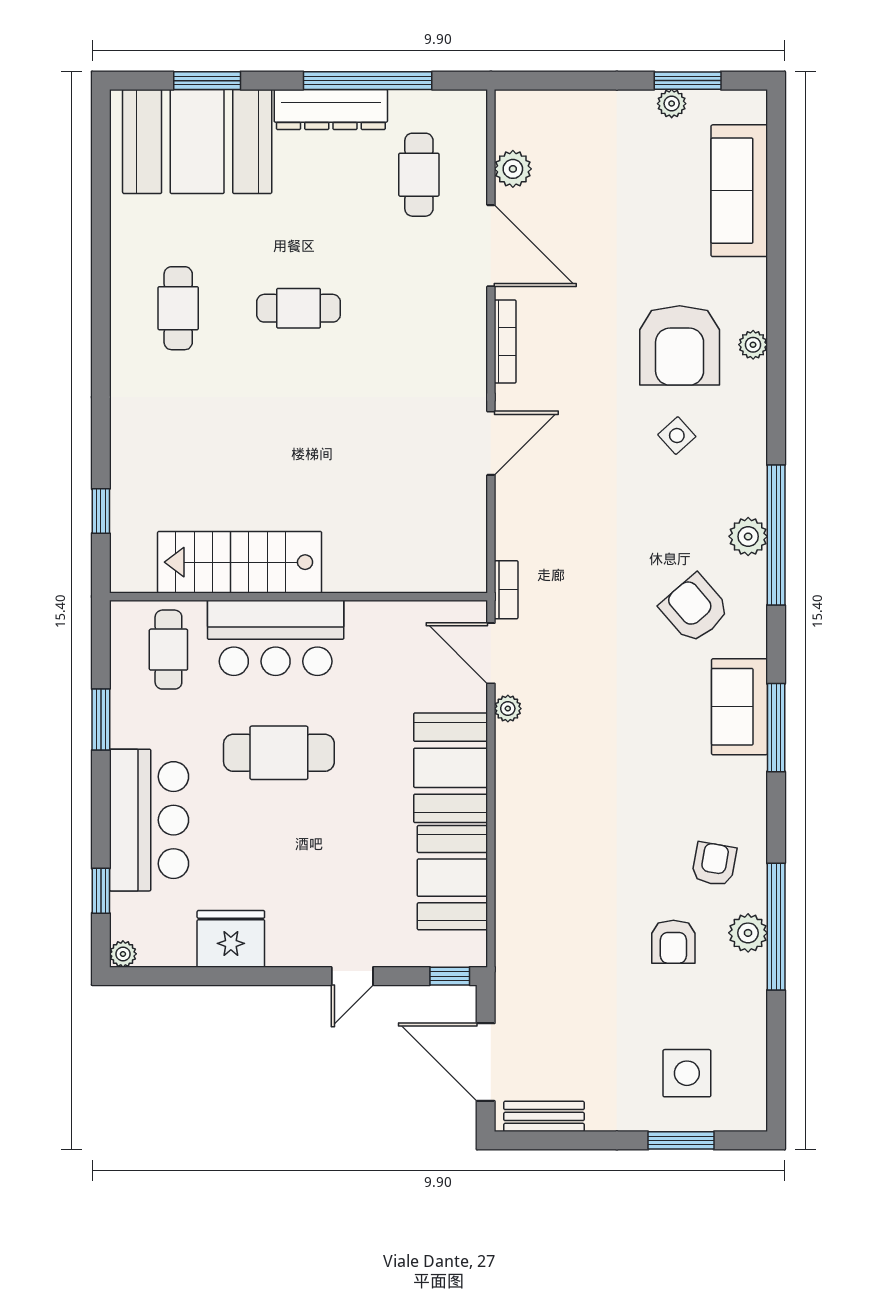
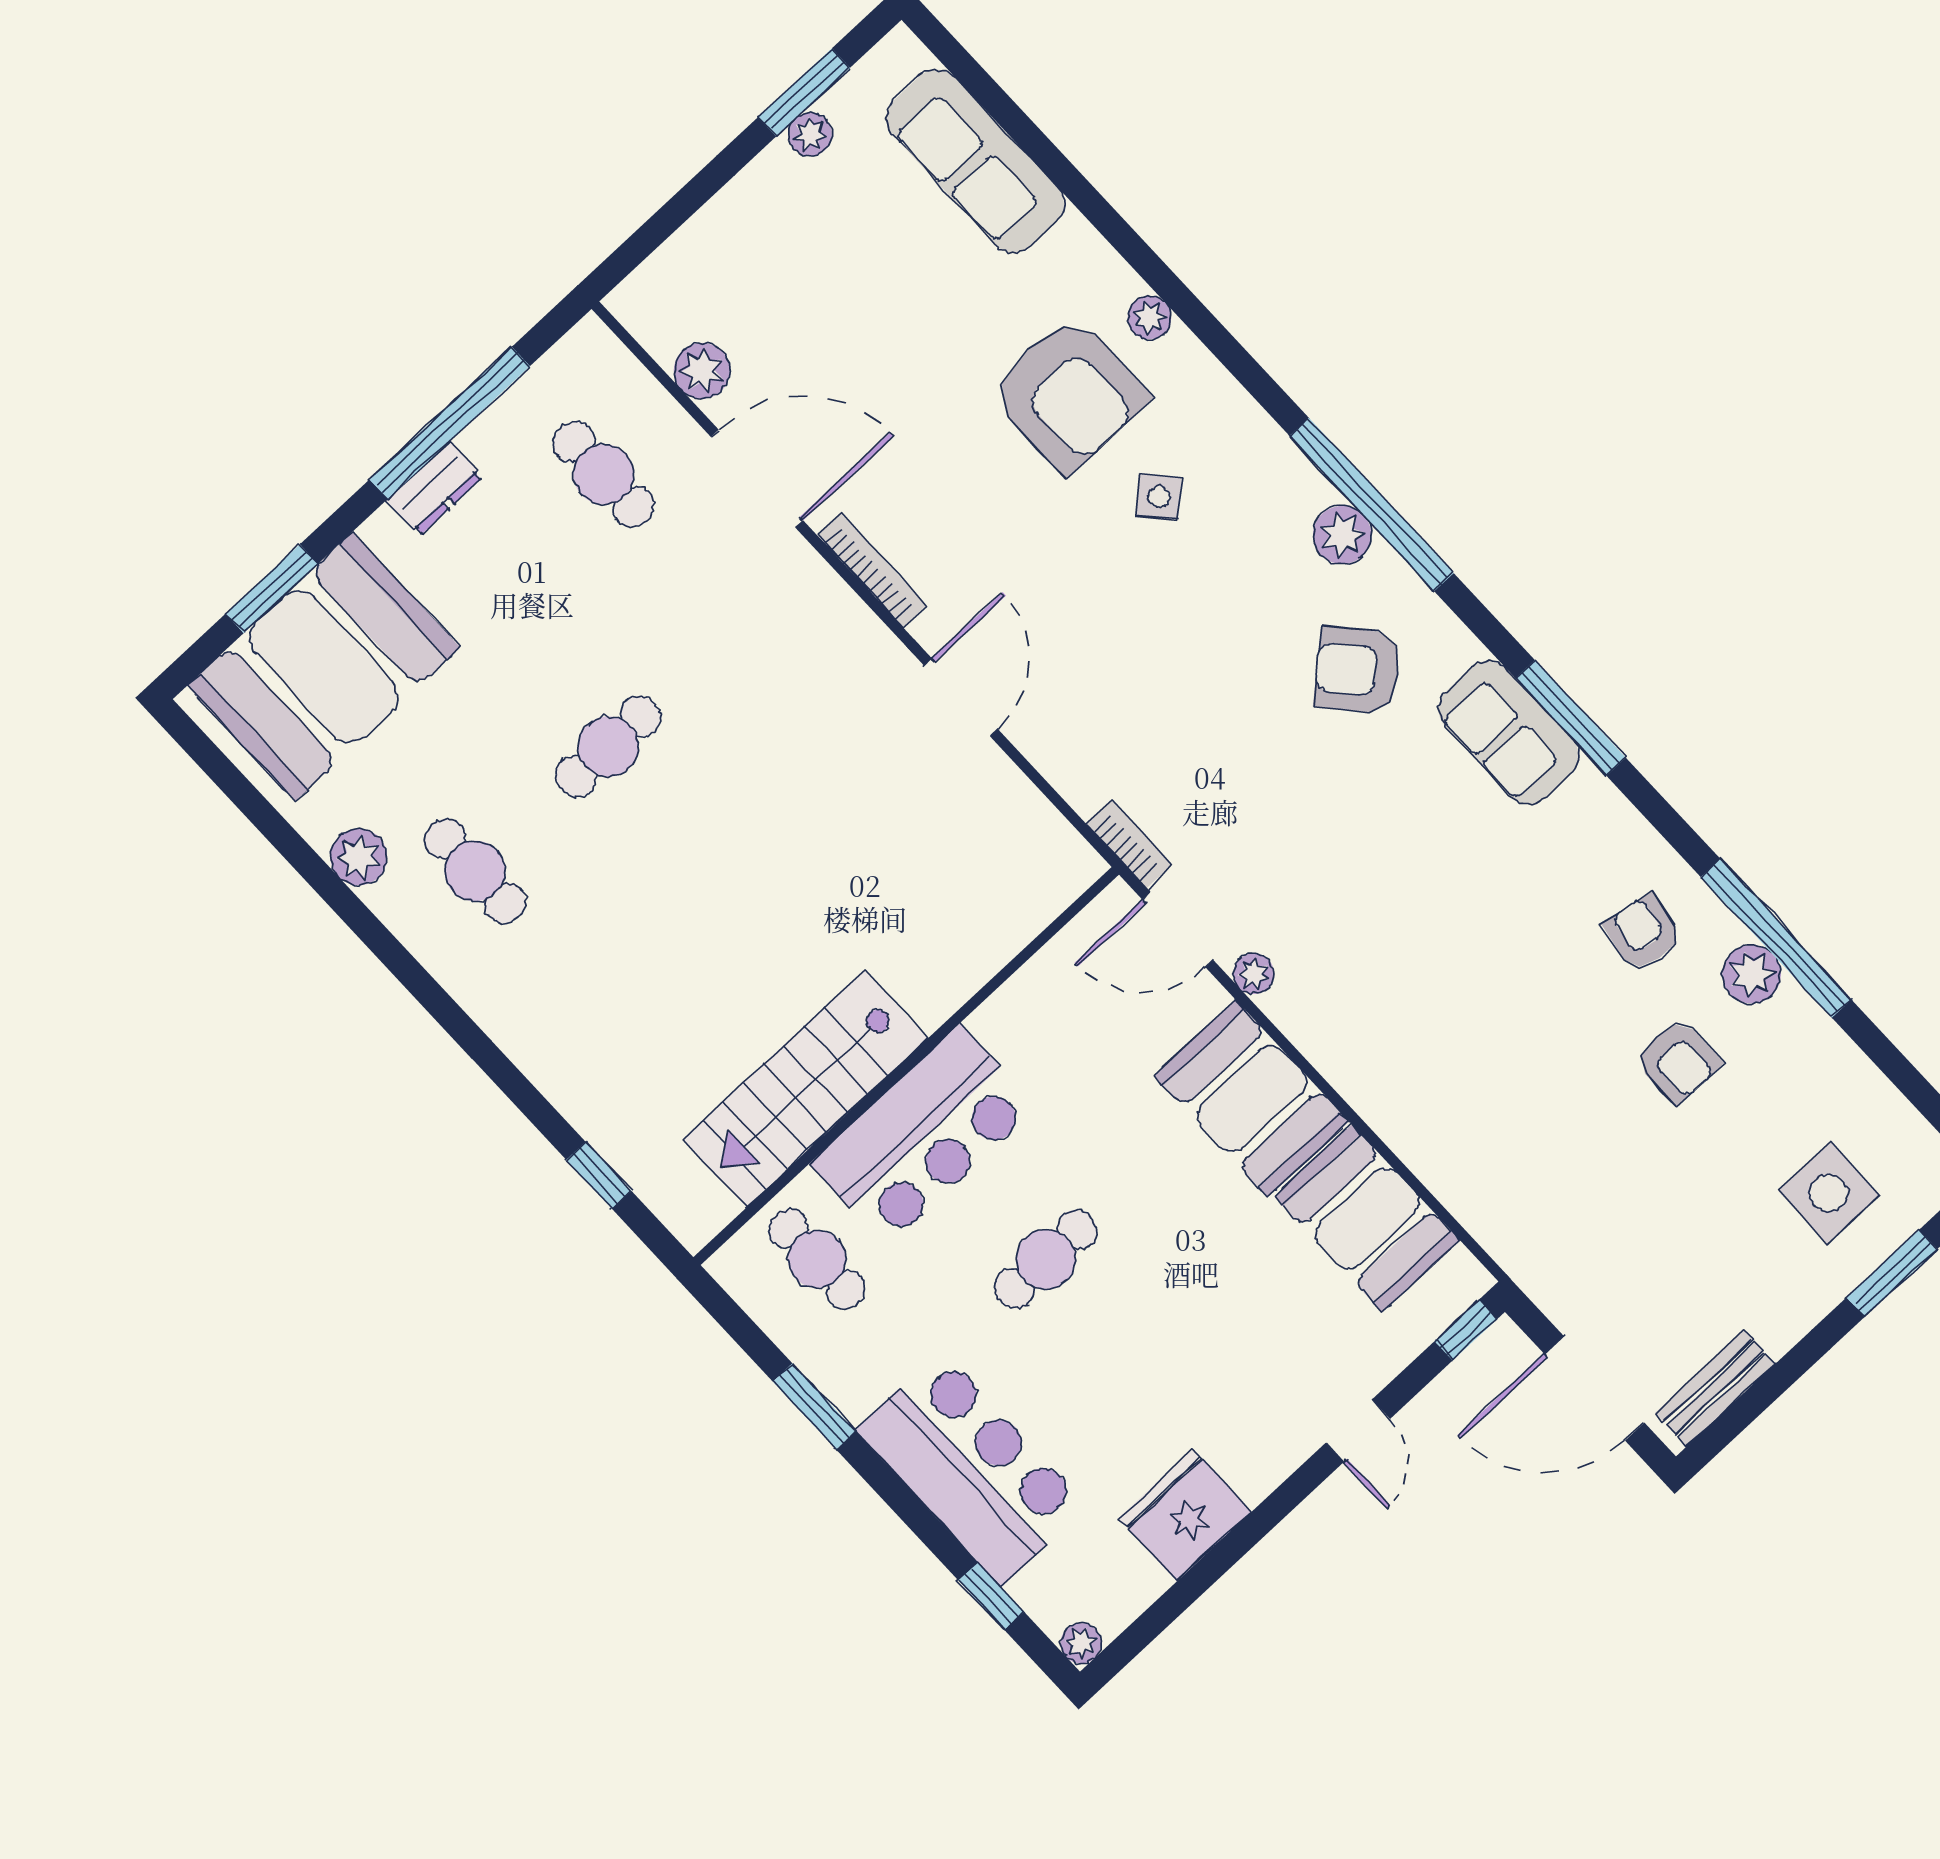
dresser: (331, 109) -> (435, 489), width x0.51, depth x0.80
plant: (128, 249) -> (359, 857), added
cafe table: (279, 753) -> (1046, 1259), width x0.73, depth x0.74

